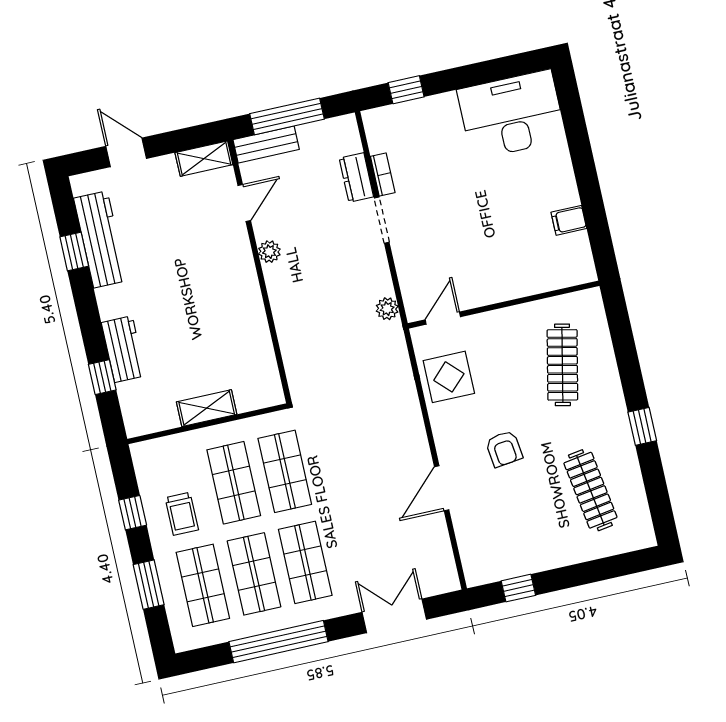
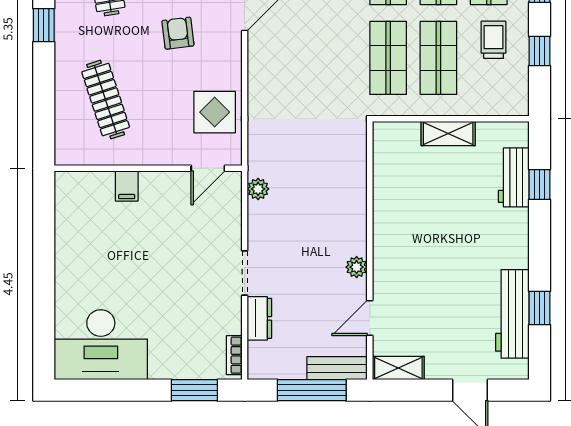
window: (406, 90) -> (194, 390), width x1.50
bookcase: (383, 175) -> (234, 355), moved
filing cabinet: (569, 220) -> (127, 186), moved, turned 90
workbench: (123, 349) -> (514, 177), moved
clothes rail: (562, 365) -> (106, 100), turned -30

